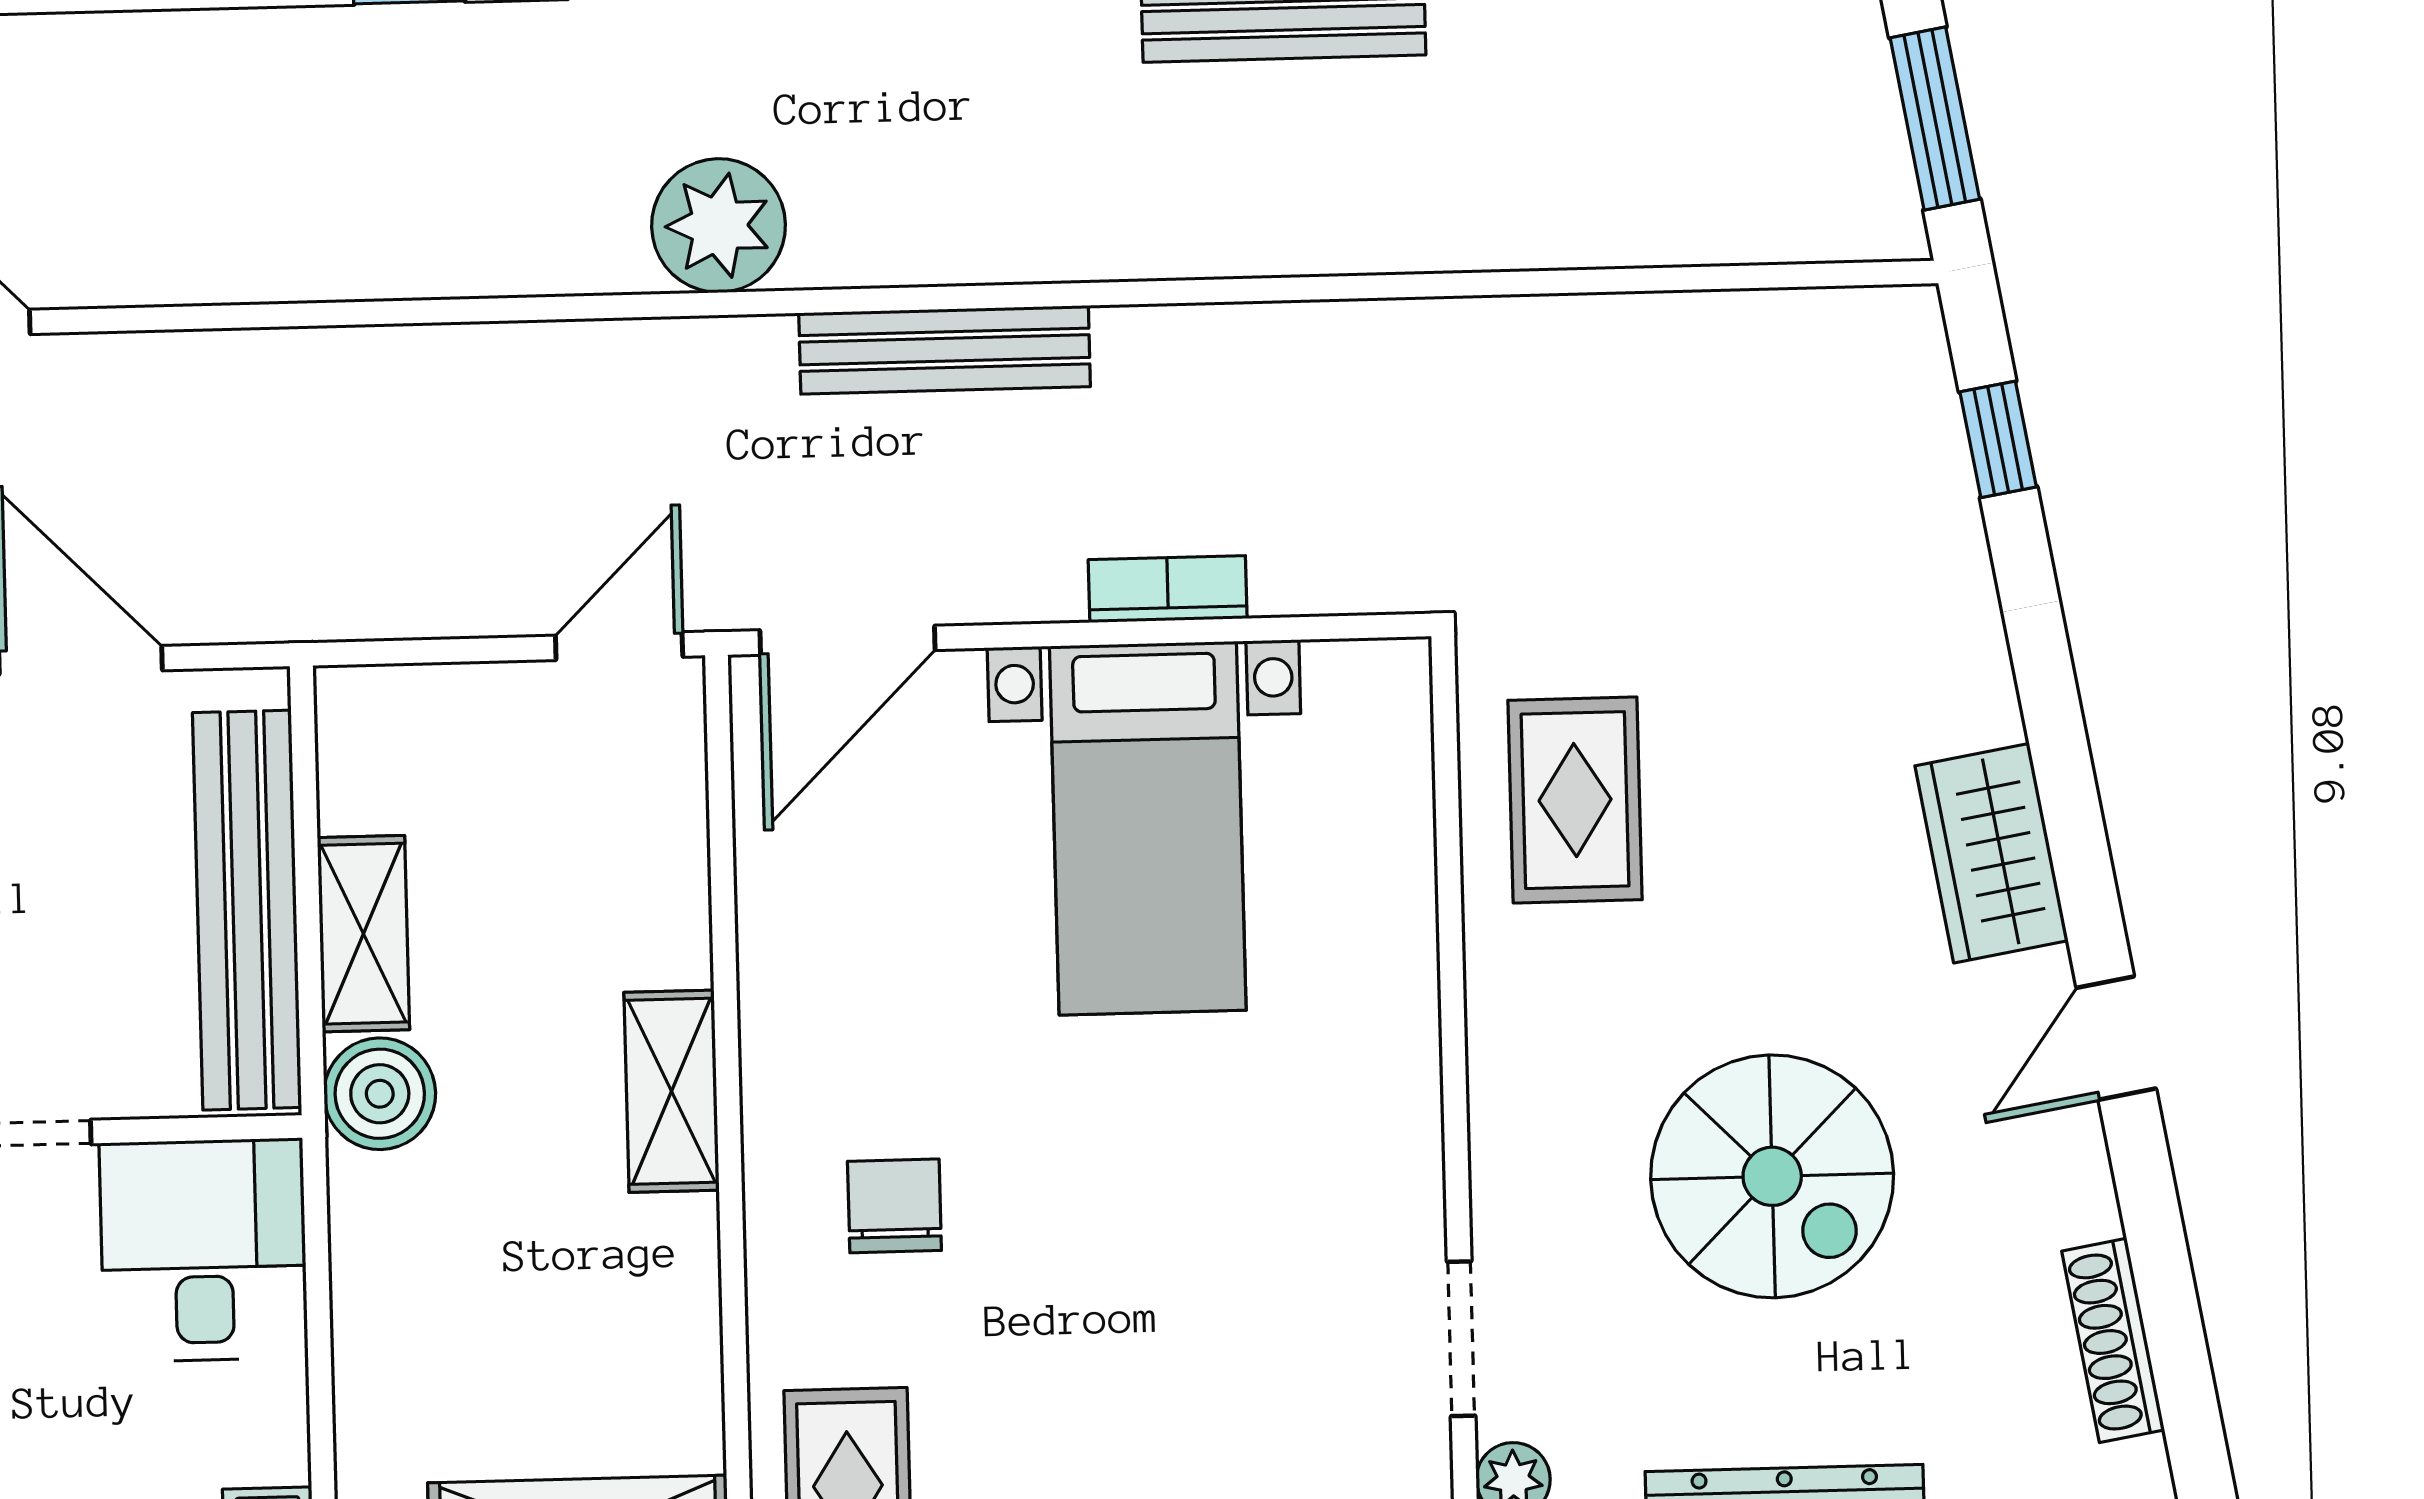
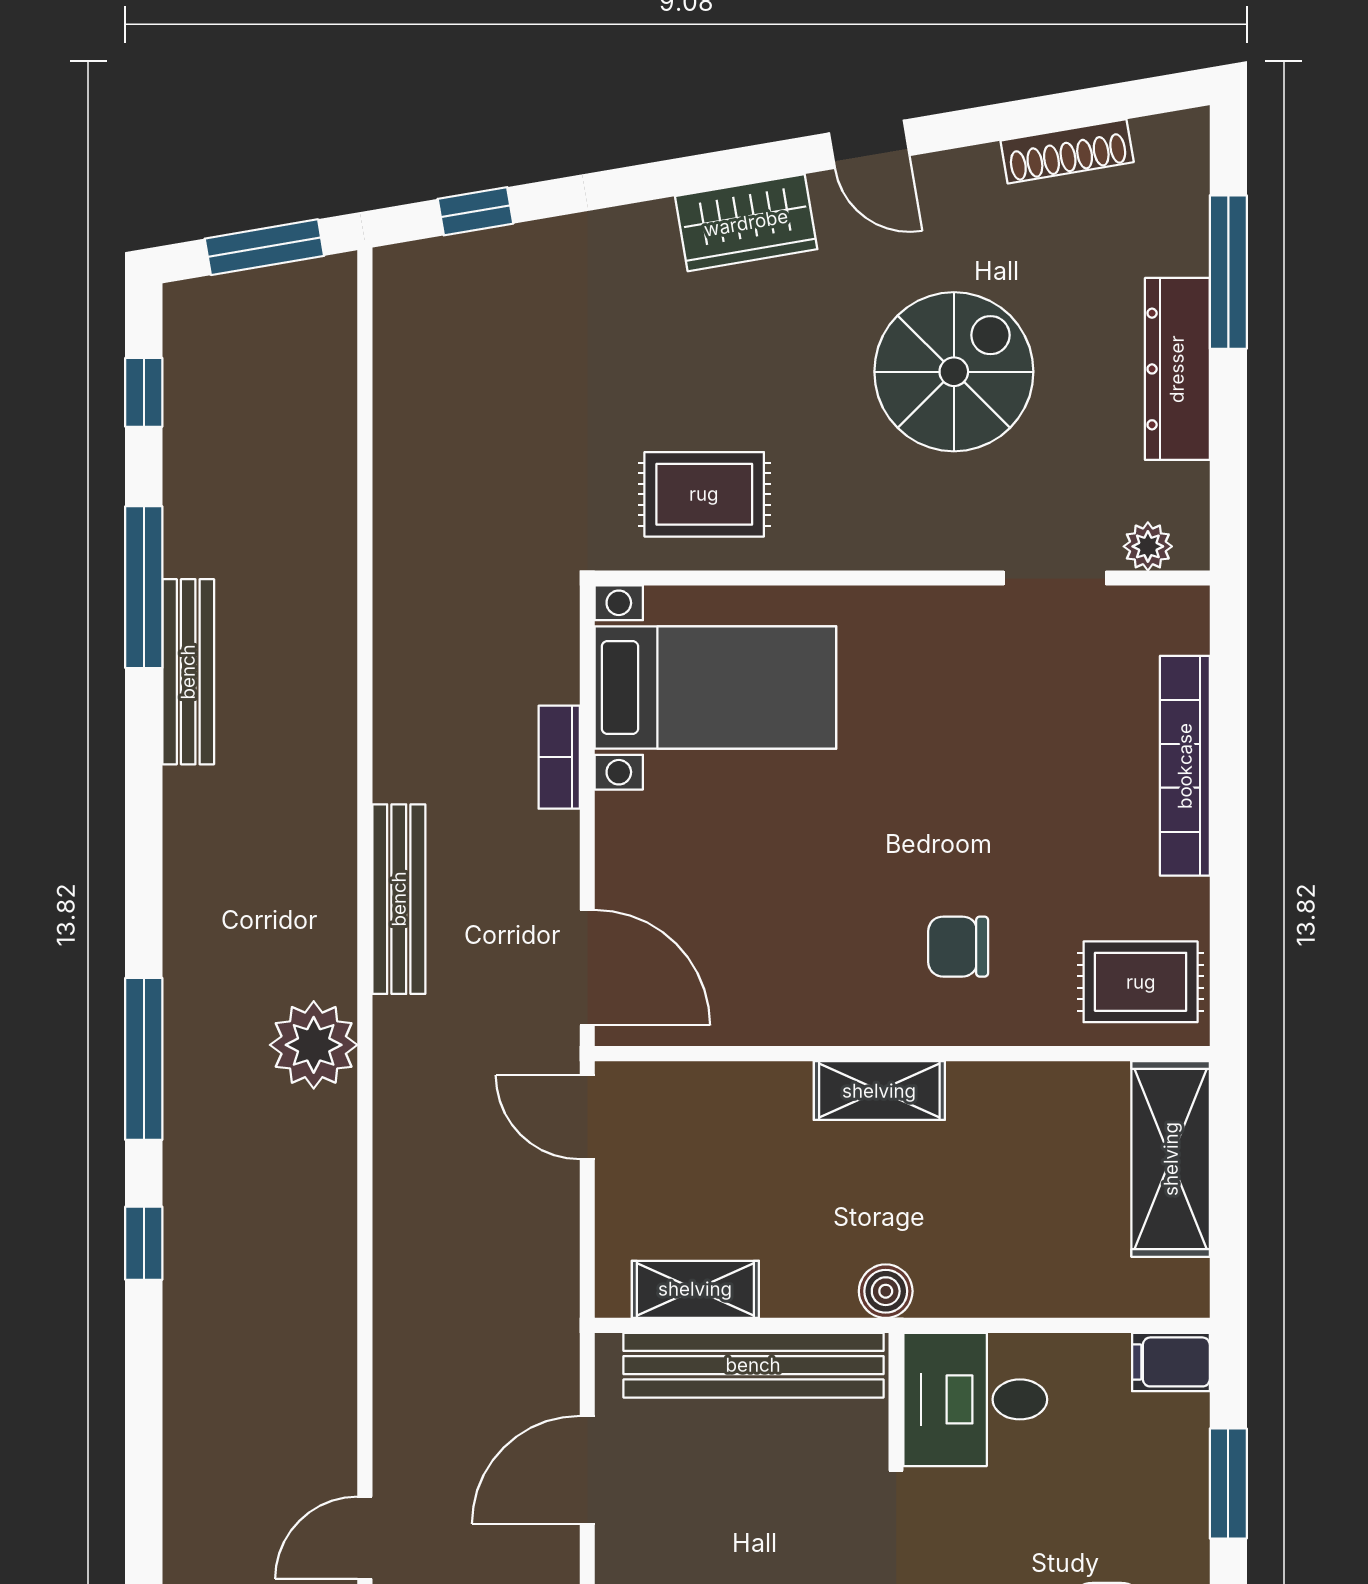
bed with nightstands: (1148, 828) -> (715, 687), moved
shelving: (363, 934) -> (695, 1289), moved
boiler: (380, 1094) -> (886, 1291), width x0.73, depth x0.73

